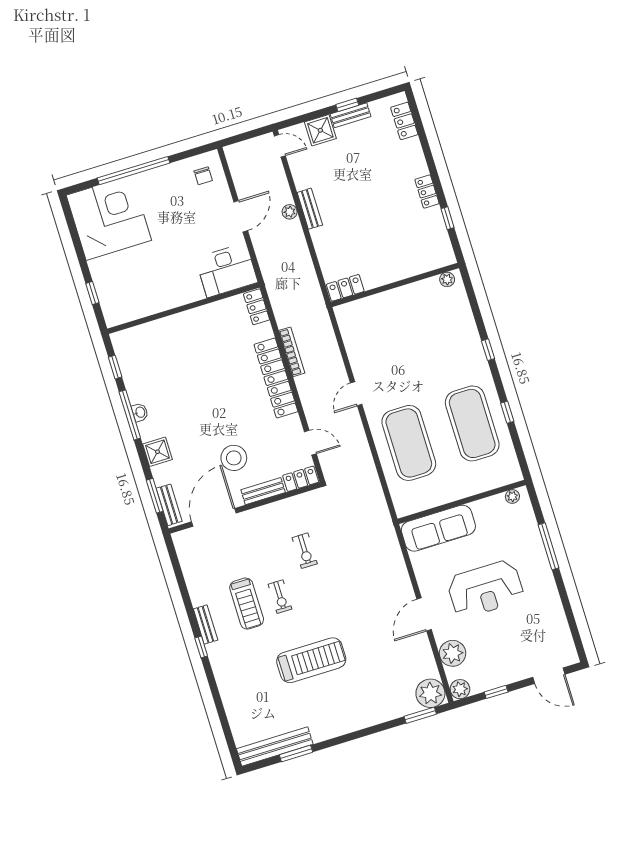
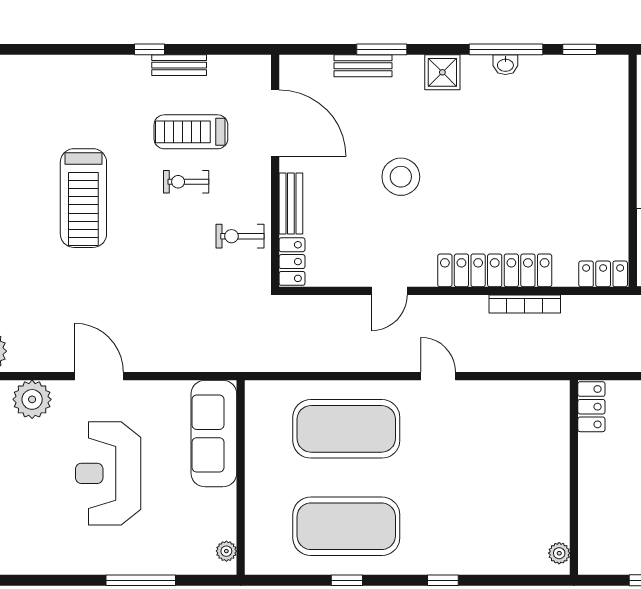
locker: (301, 479) -> (292, 262), moved
bench: (263, 491) -> (291, 204), moved
wall: (245, 508) -> (275, 171), moved
door: (214, 517) -> (275, 123), moved

